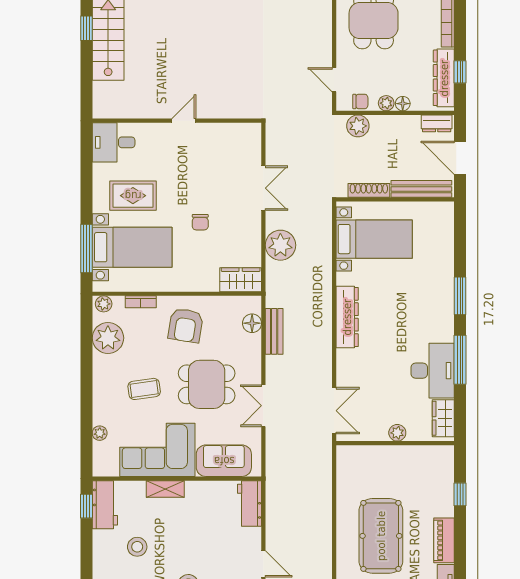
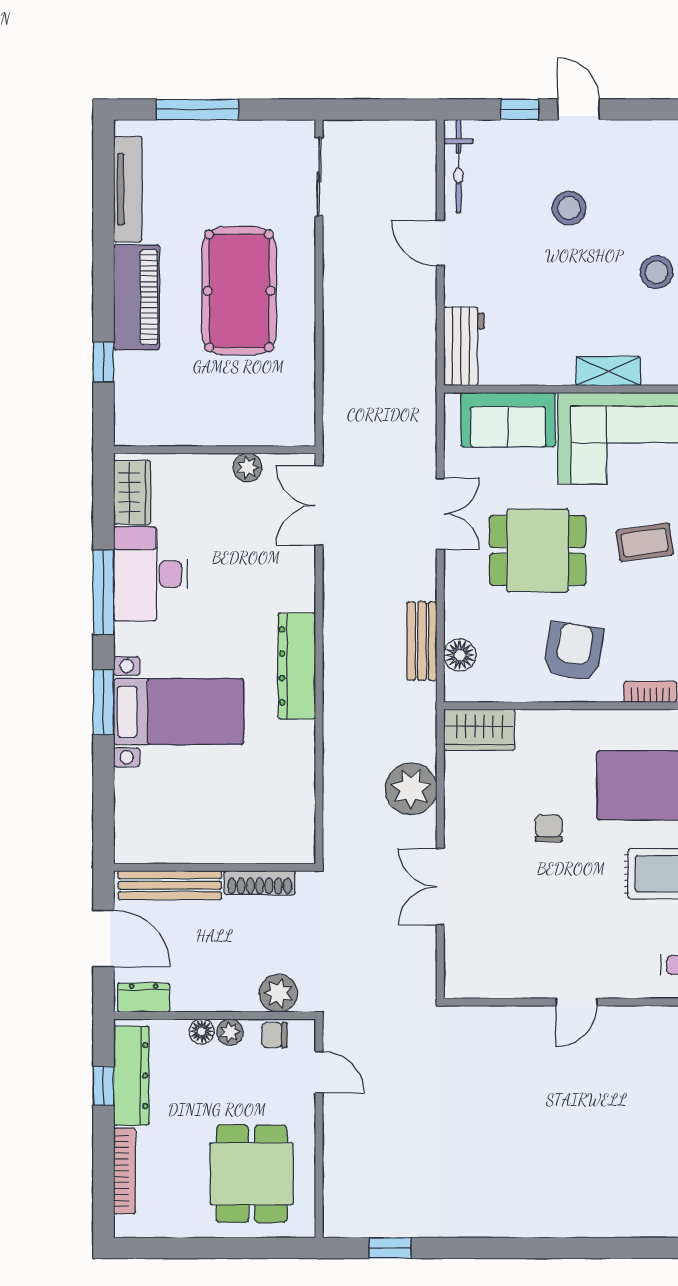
bed with nightstands: (374, 239) -> (179, 712), moved, turned 180
plant: (397, 433) -> (248, 467), moved
piano: (444, 540) -> (137, 297), width x1.37, depth x1.33

